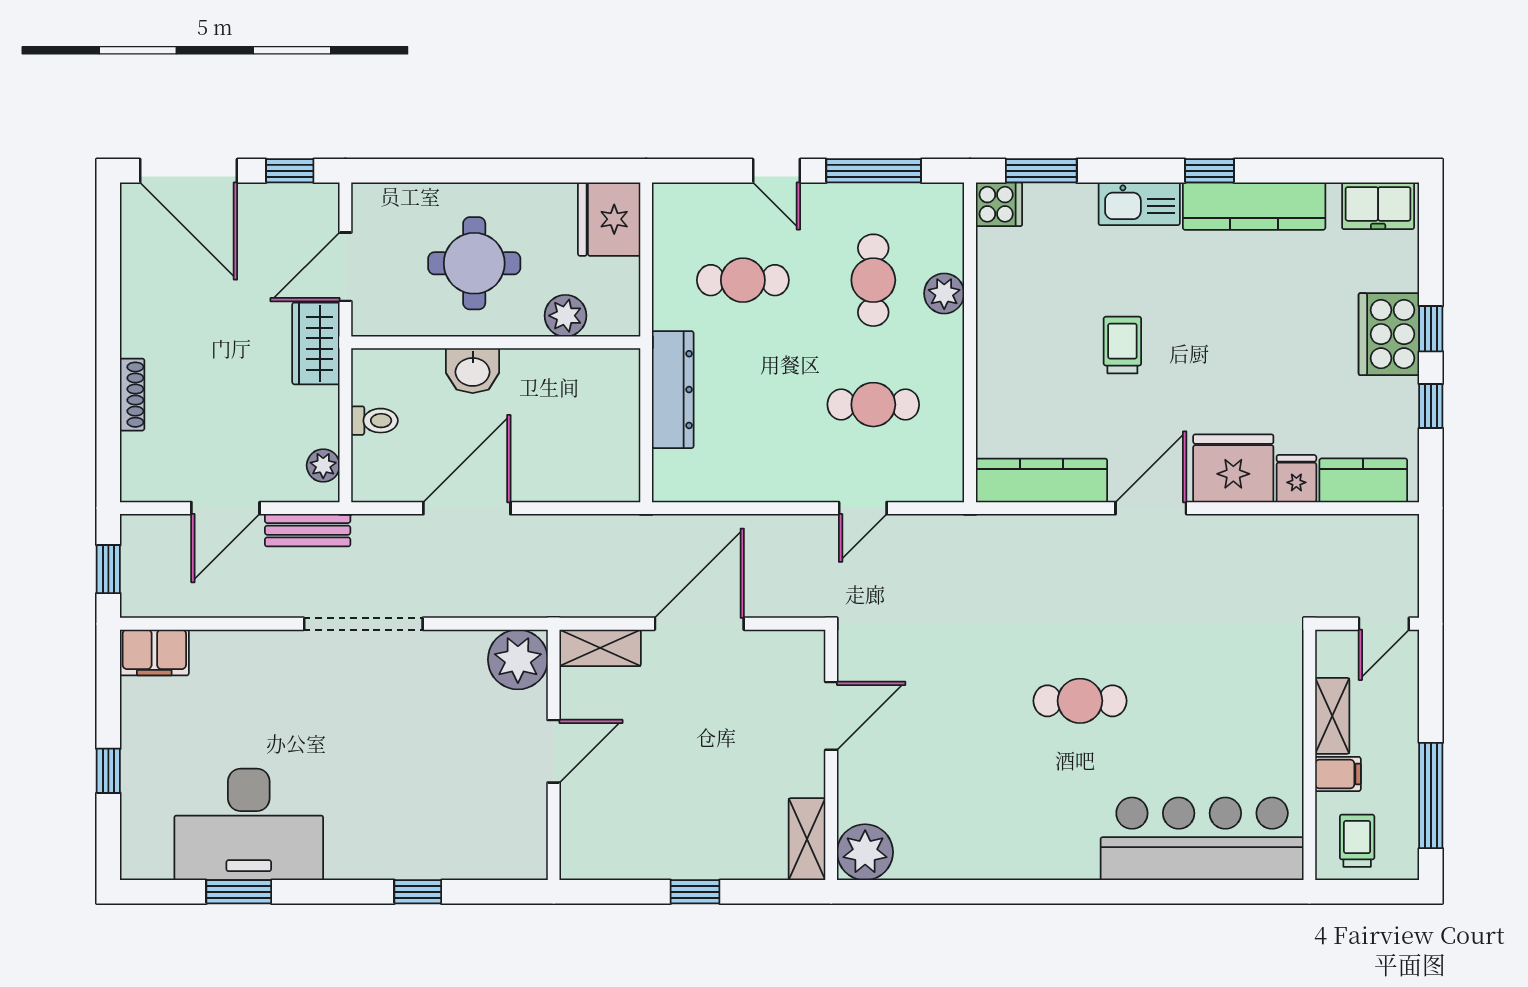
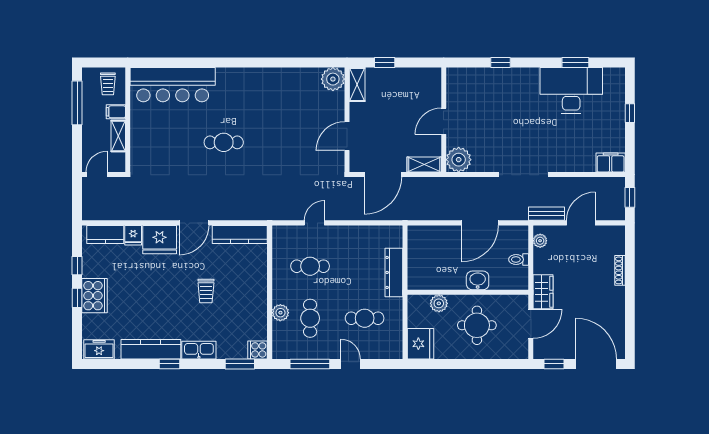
door: (831, 716) -> (347, 136), moved
wall: (831, 755) -> (347, 120), moved
shelving: (807, 839) -> (357, 85), moved
plant: (865, 852) -> (333, 79), moved

